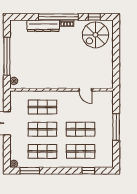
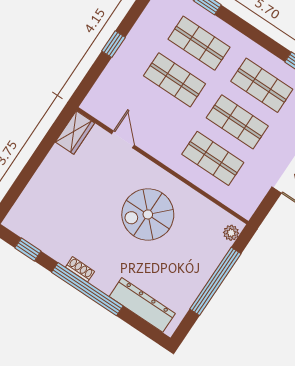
dresser: (43, 26) -> (142, 305), moved
spiral stairs: (95, 35) -> (148, 214), moved, turned 180
wardrobe: (108, 79) -> (75, 132), added
window: (116, 127) -> (114, 44), width x0.46

